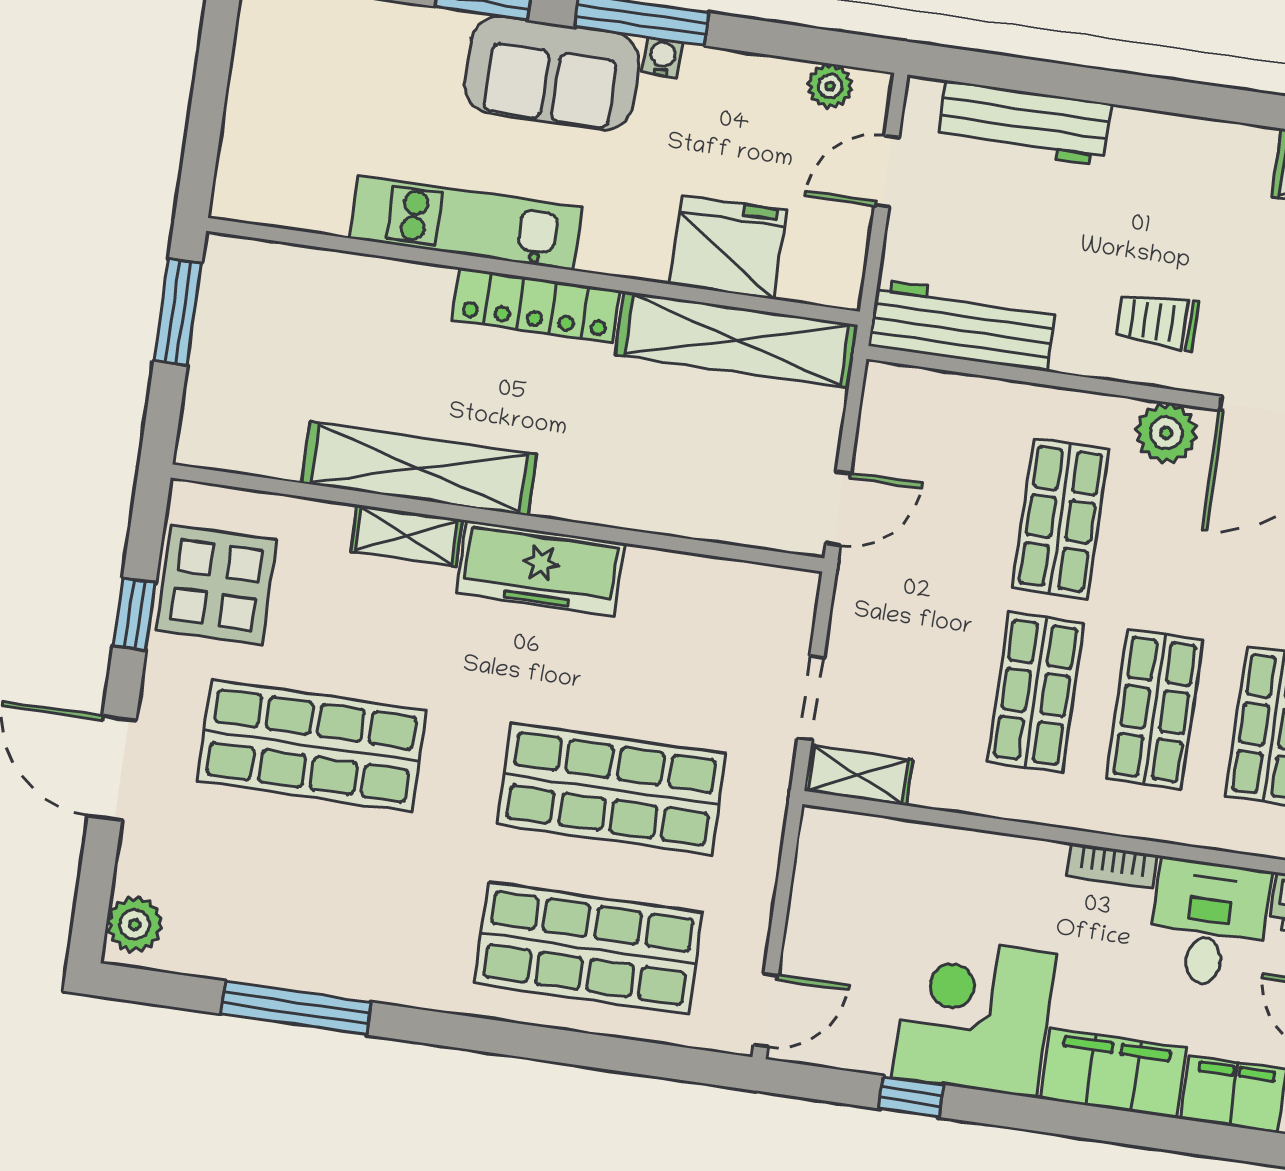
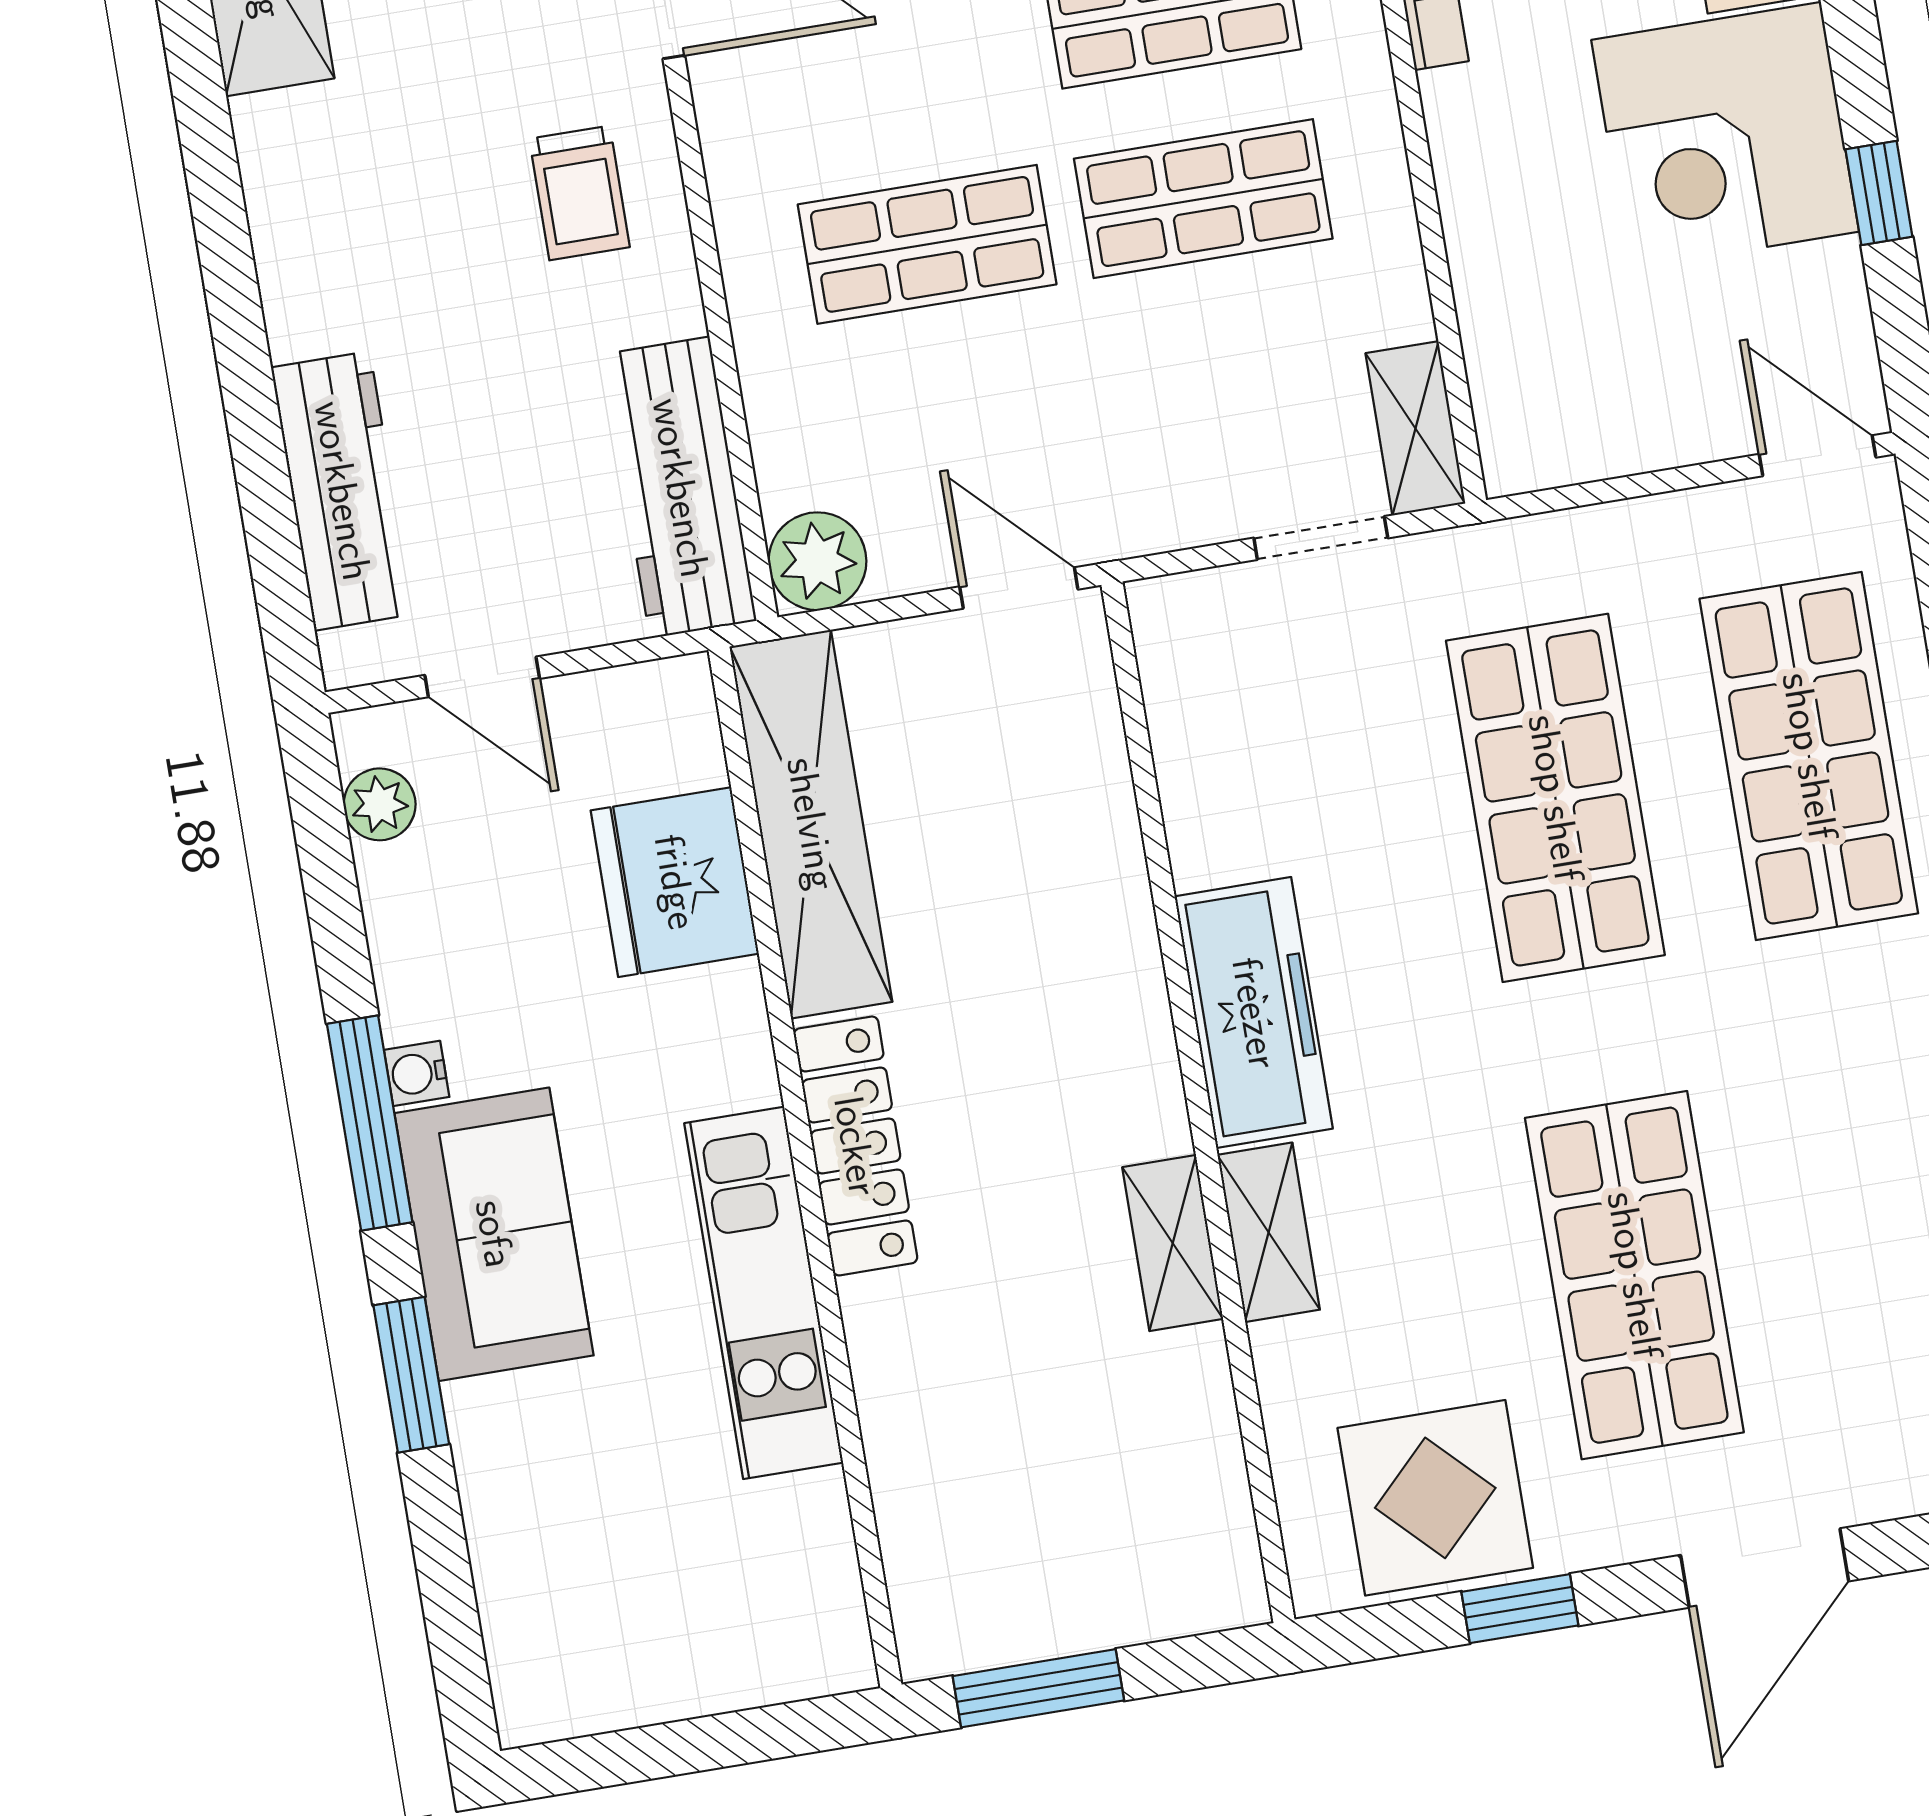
plant: (1166, 433) -> (817, 561), moved
shelving: (419, 469) -> (1173, 1243), width x0.45, depth x0.75

